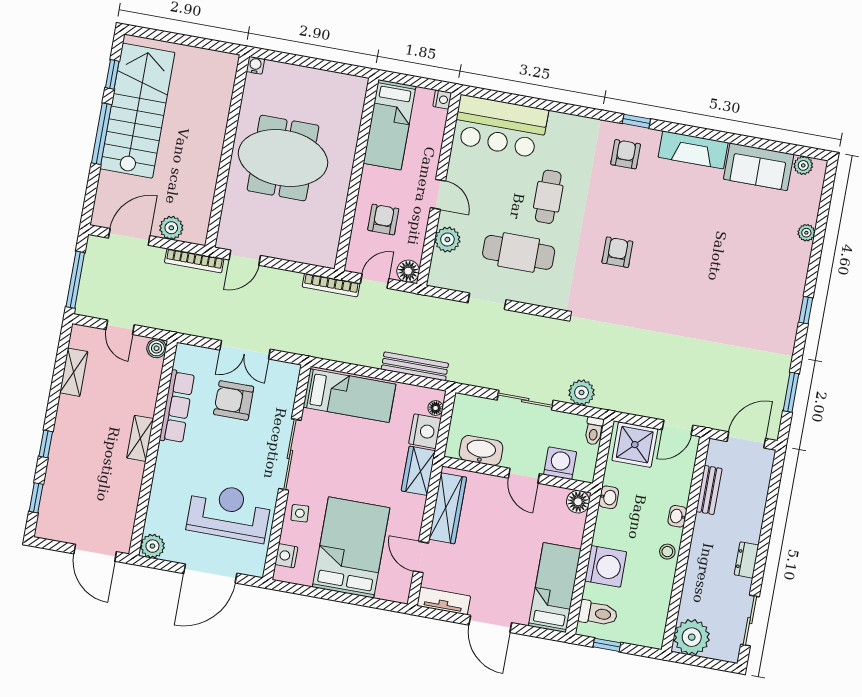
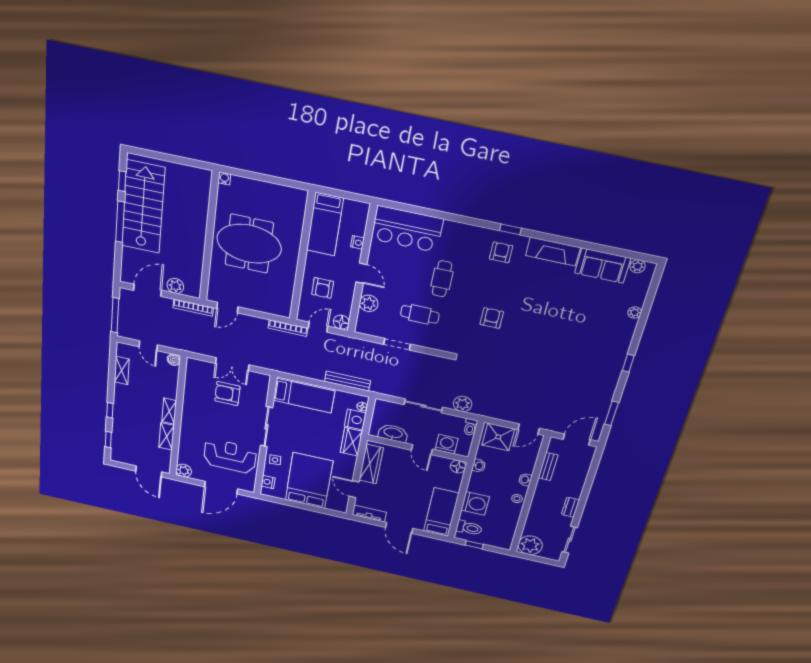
nightstand: (442, 99) -> (357, 242), moved
armchair: (383, 219) -> (323, 288), turned 180
cafe table: (519, 252) -> (420, 314), width x0.73, depth x0.74
row of seats: (177, 407) -> (191, 395), removed
shelving: (131, 485) -> (167, 436), added

